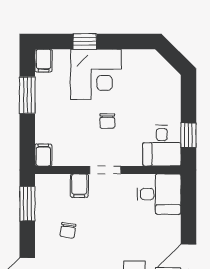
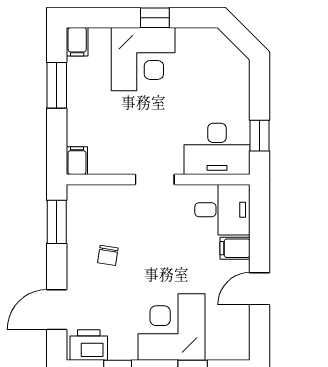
window: (85, 41) -> (155, 18), moved
chair: (107, 121) -> (157, 118), removed
desk: (162, 146) -> (217, 149), width x1.37
filing cabinet: (79, 186) -> (235, 248), moved, turned 90

